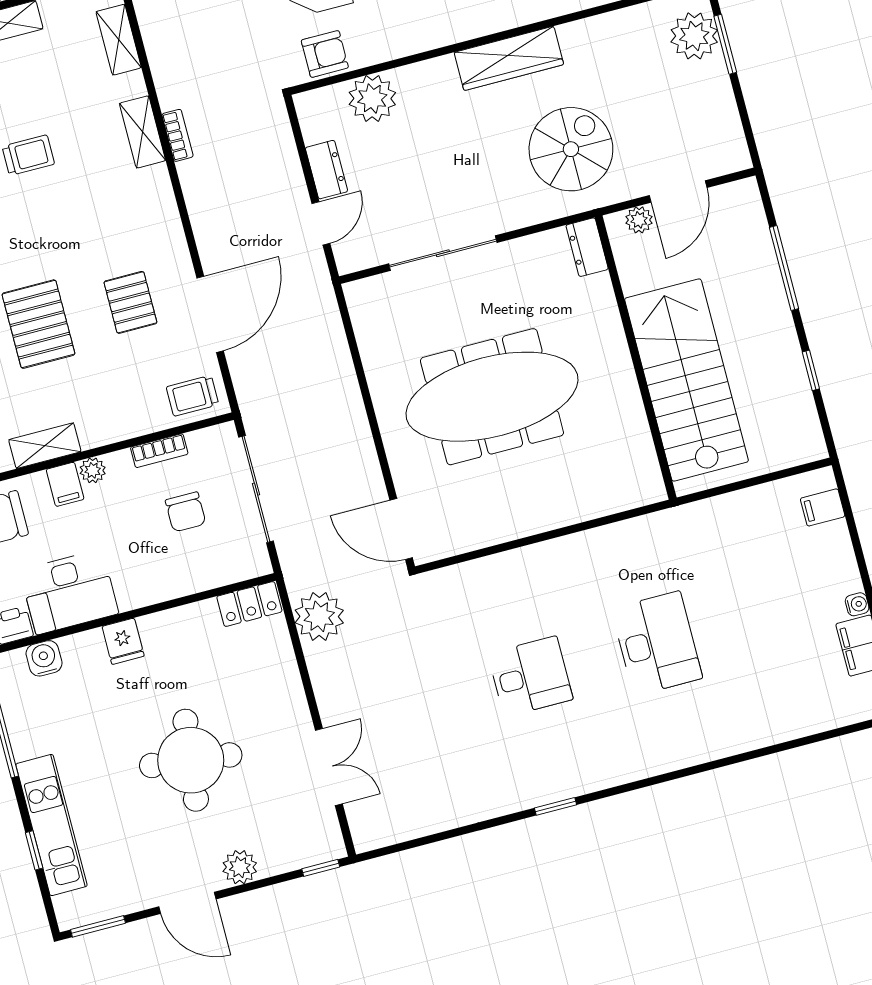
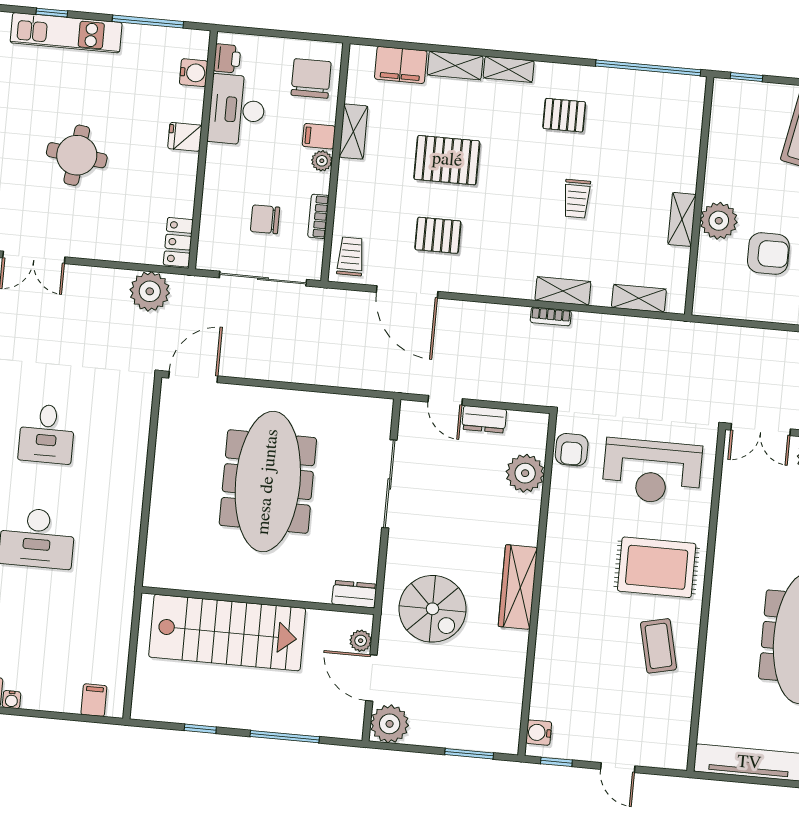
plant: (694, 36) -> (390, 724), moved
round table: (191, 760) -> (77, 155), width x0.73, depth x0.73

